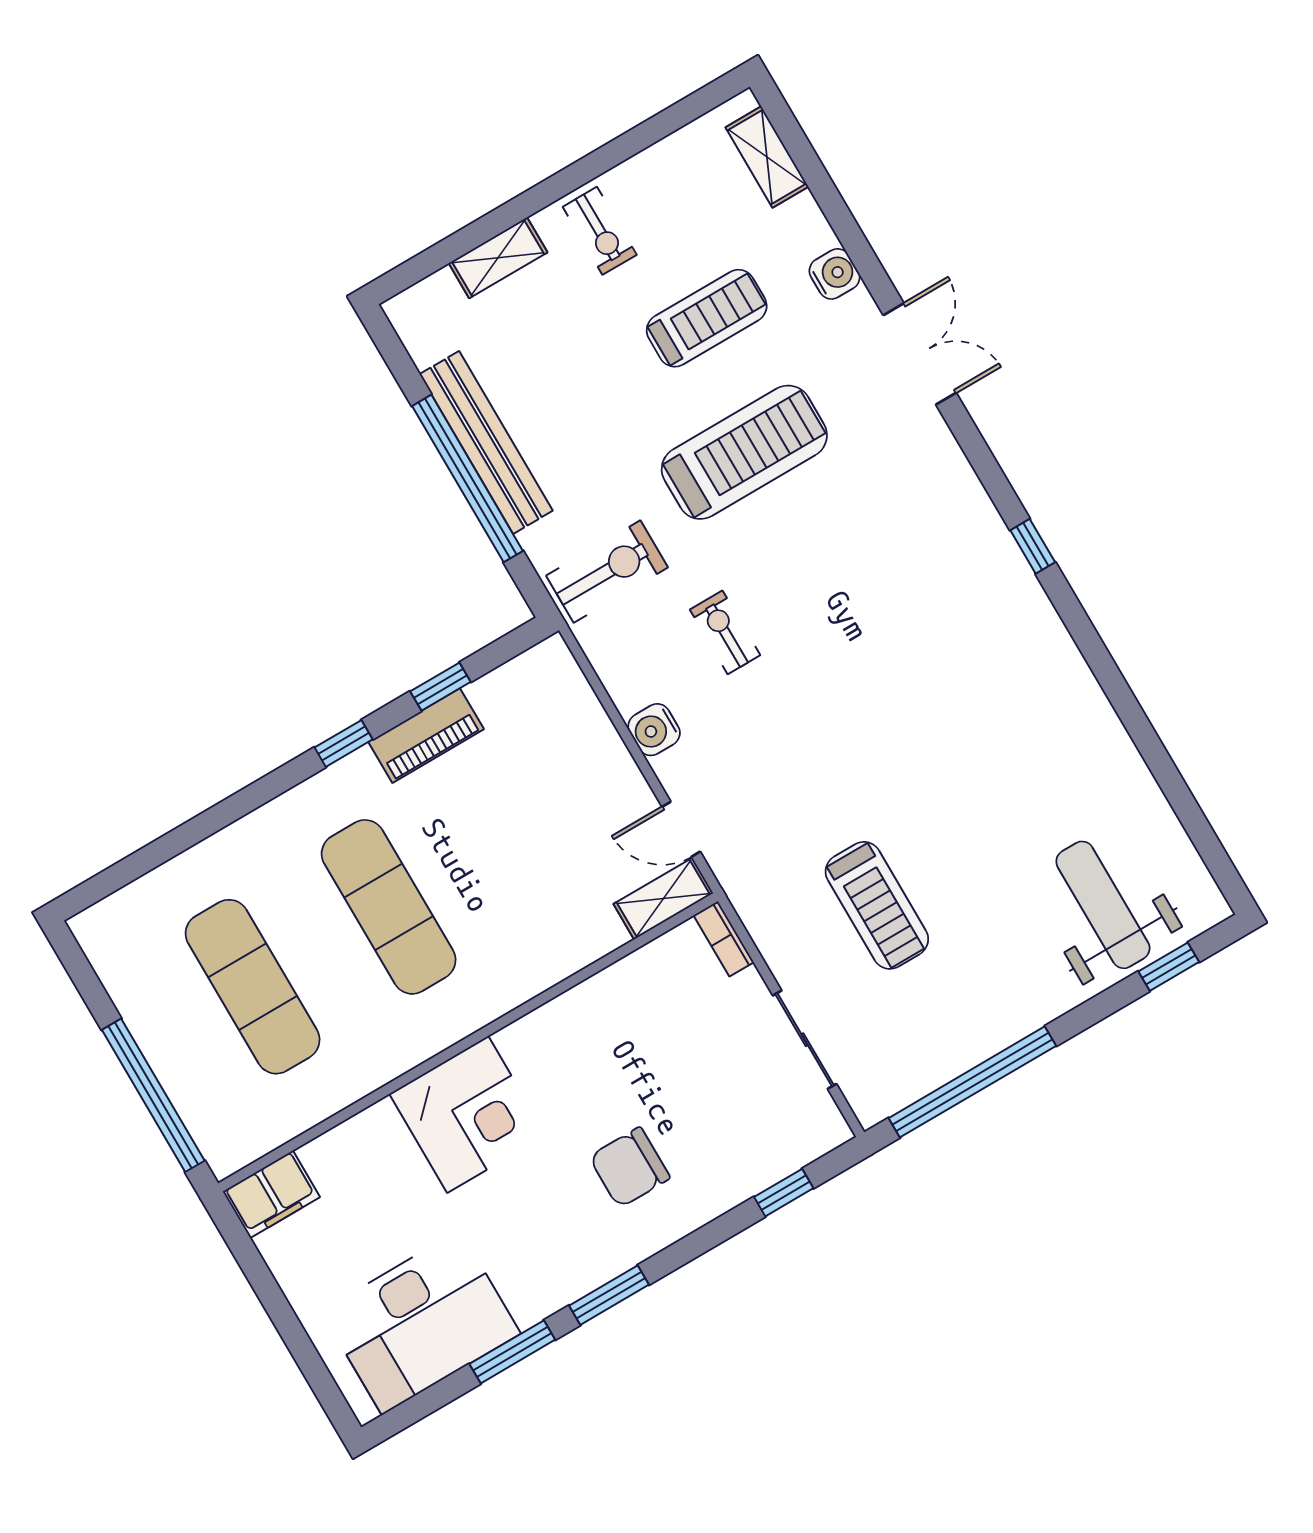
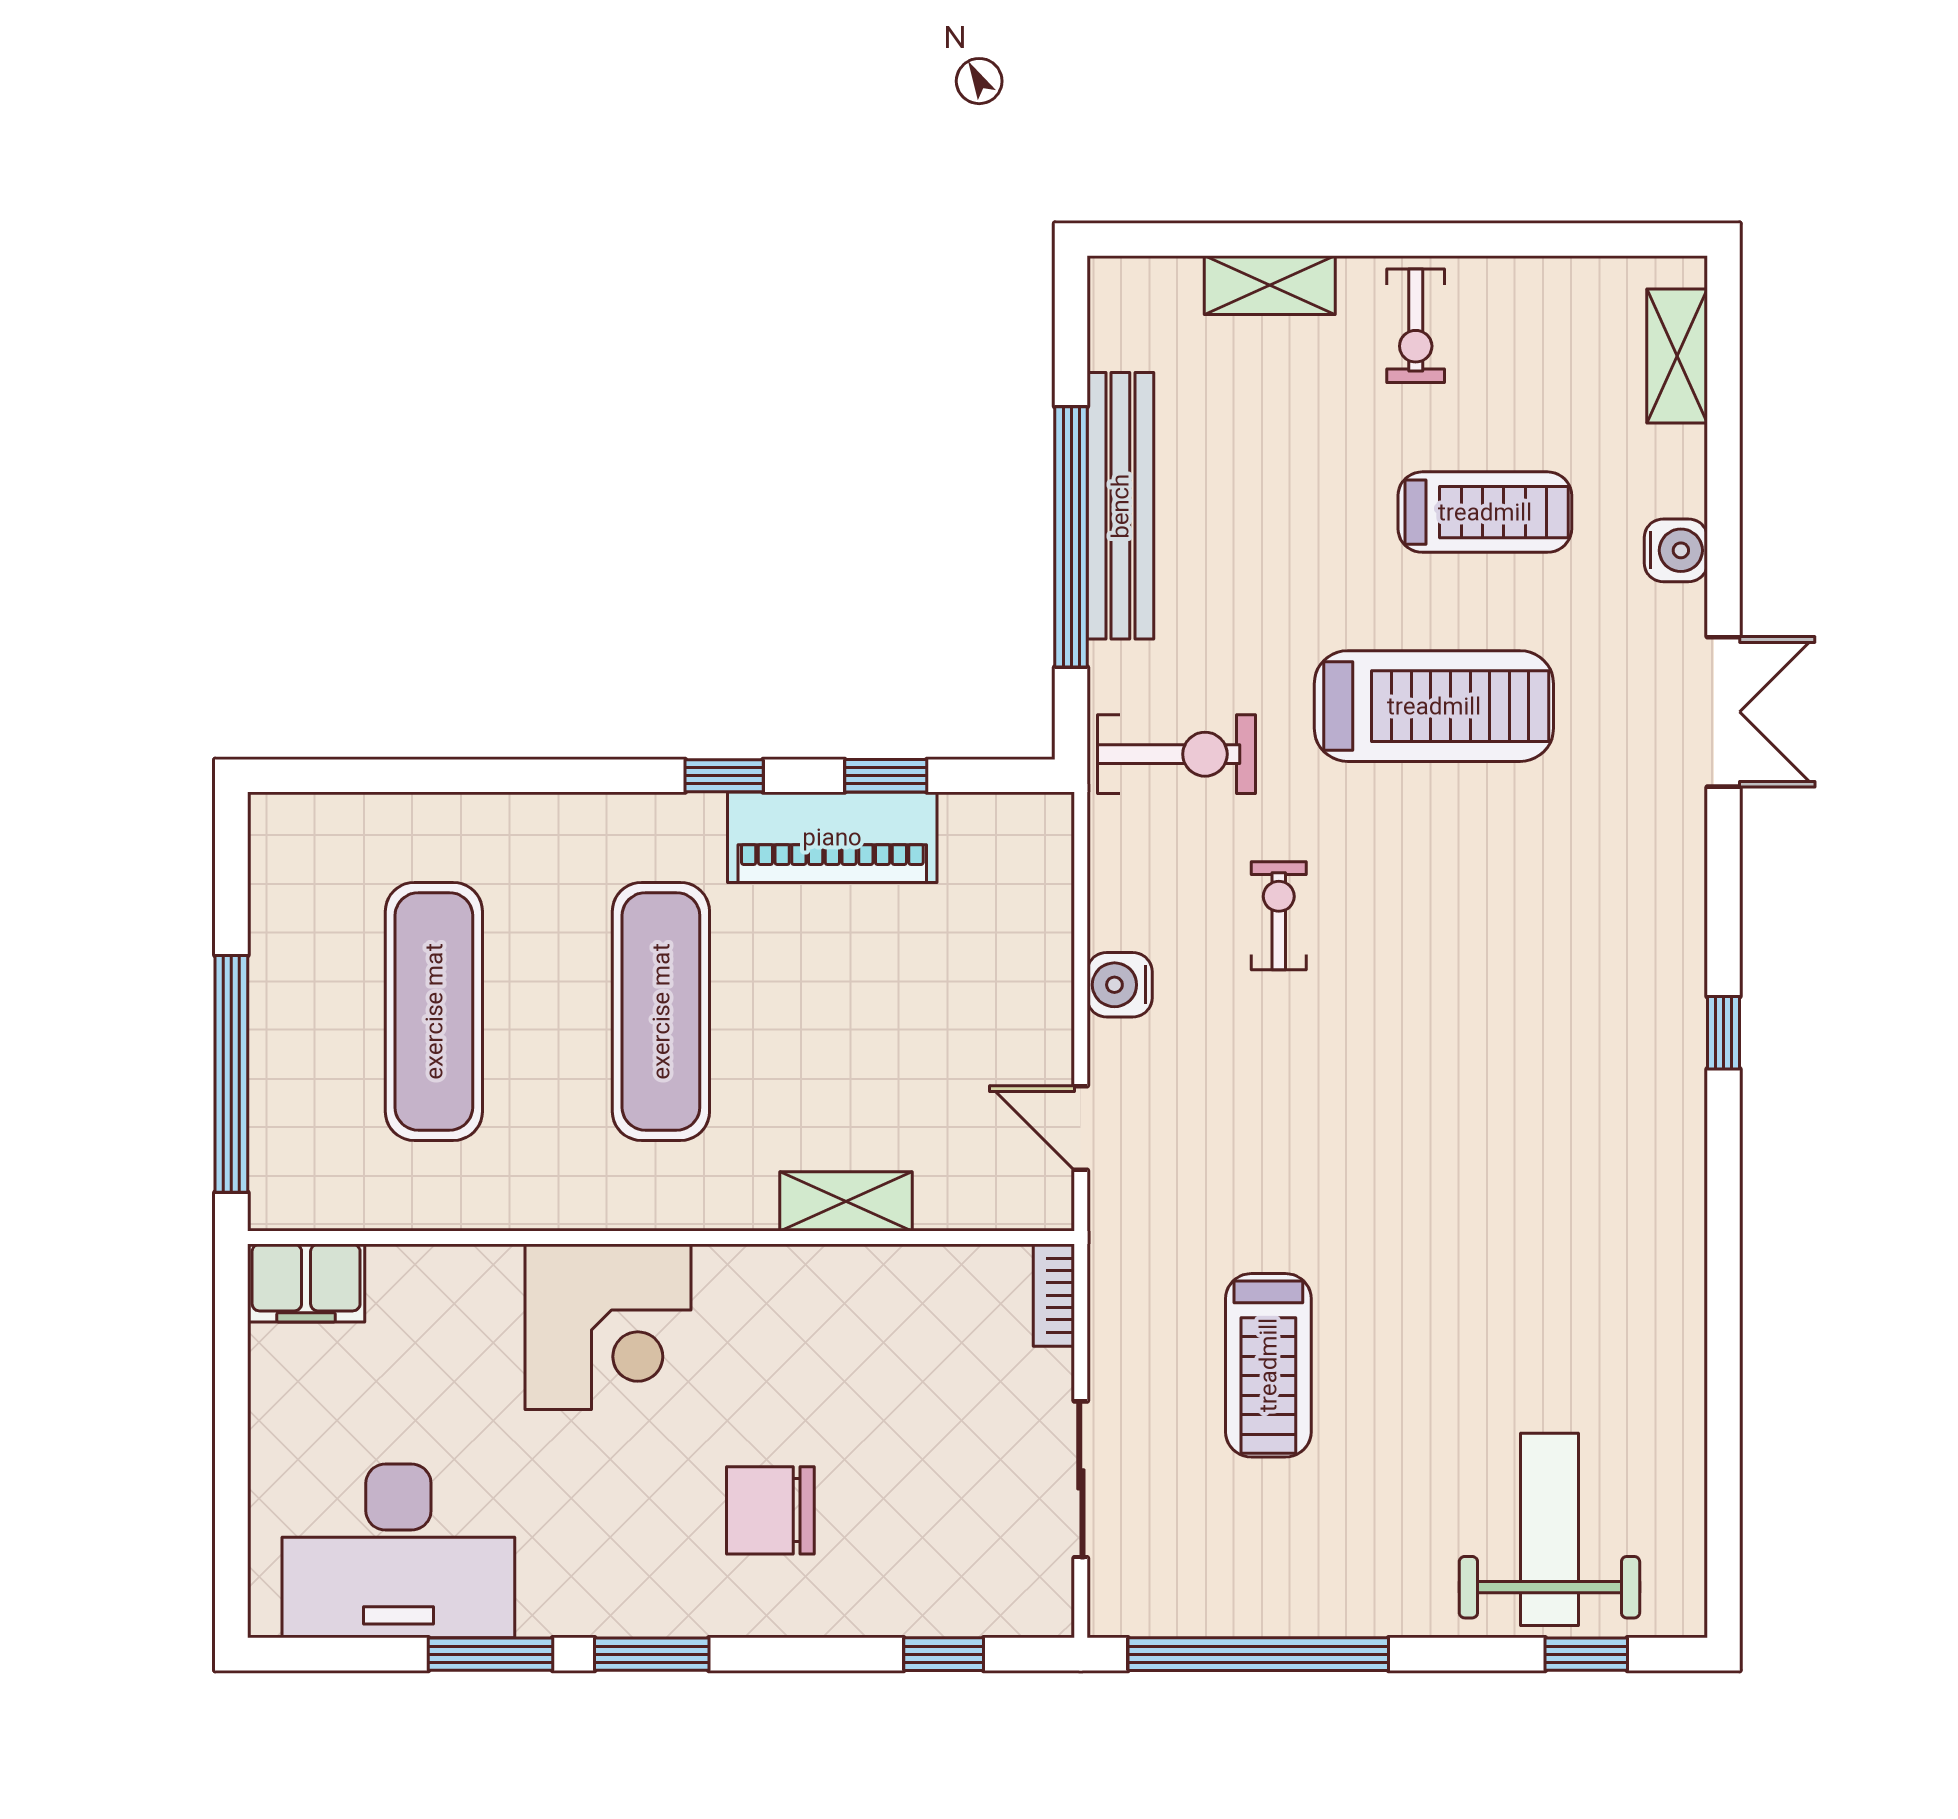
piano: (426, 736) -> (832, 837), width x1.37, depth x1.33
shelving: (663, 899) -> (846, 1201), moved

